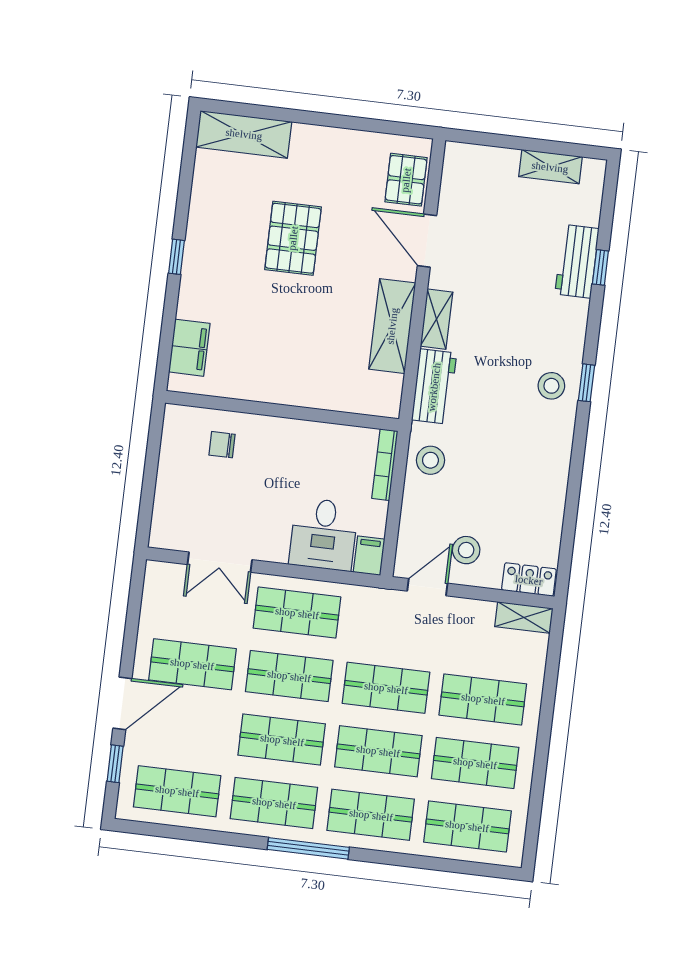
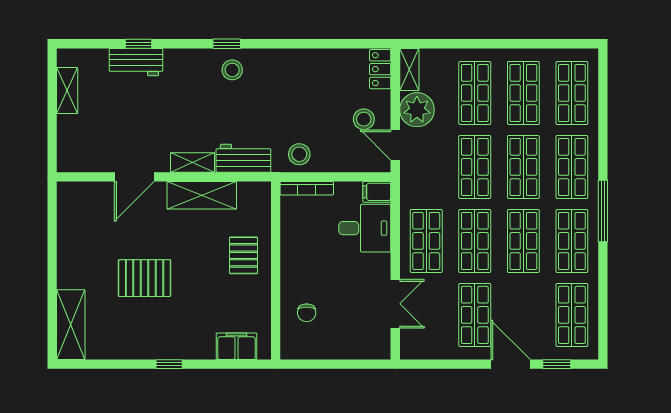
pallet: (406, 180) -> (244, 255), moved, turned 90
plant: (470, 621) -> (417, 110), added

